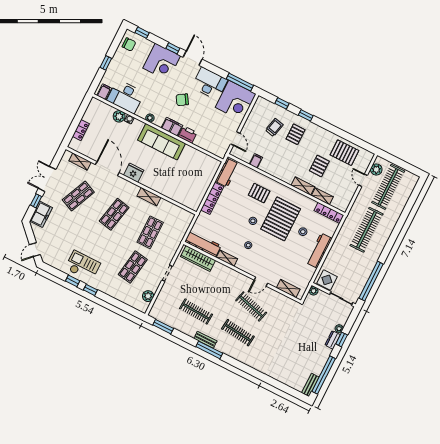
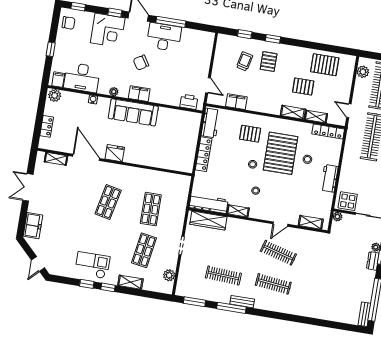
window: (240, 82) -> (171, 22), moved
corner desk: (236, 101) -> (196, 46), removed
plant: (119, 116) -> (55, 95), moved
printer: (188, 135) -> (189, 102), moved
filing cabinet: (256, 161) -> (236, 102), width x2.00
pallet: (319, 166) -> (303, 86), turned 90
door: (363, 180) -> (349, 111), moved
shop shelf: (78, 196) -> (65, 195), removed
shelving: (149, 197) -> (130, 282), moved
window: (36, 201) -> (23, 213), removed
workbench: (319, 251) -> (329, 178), width x0.73
window: (209, 350) -> (231, 308), moved

